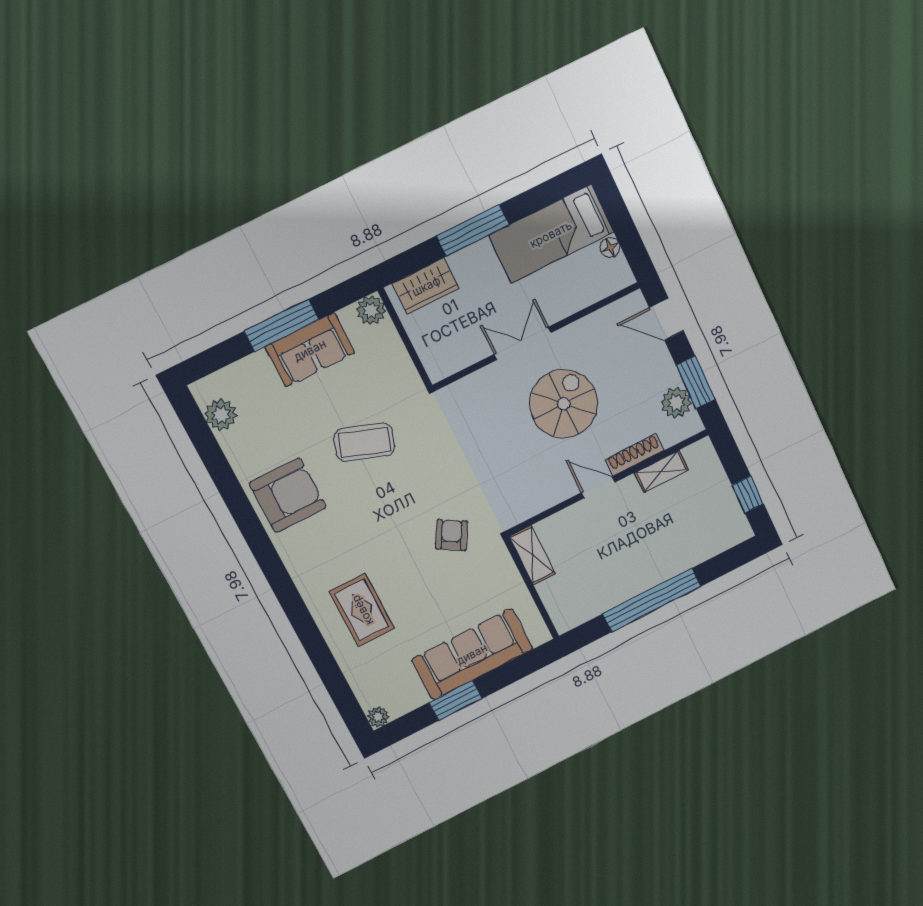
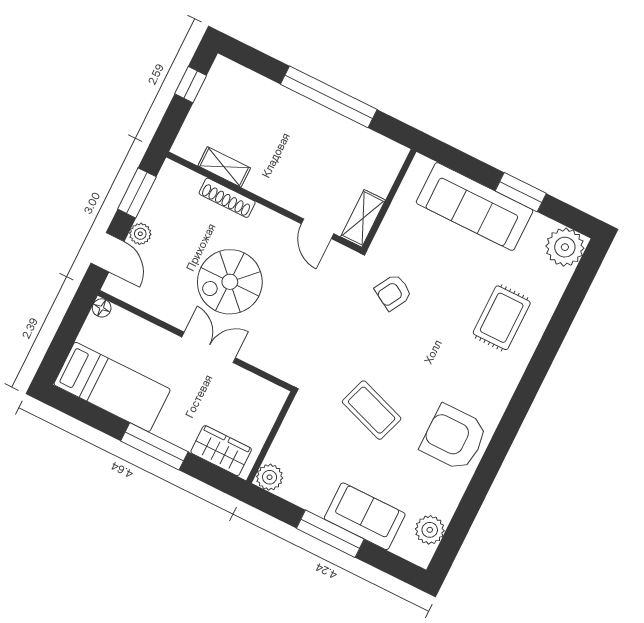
floor lamp: (610, 247) -> (102, 308), moved
double door: (522, 343) -> (209, 347), swing flipped
sofa: (310, 350) -> (365, 516), moved
plant: (676, 403) -> (140, 234), moved, width x0.73, depth x0.73
door: (598, 487) -> (317, 229), moved
plant: (378, 717) -> (565, 247), width x1.88, depth x1.88

